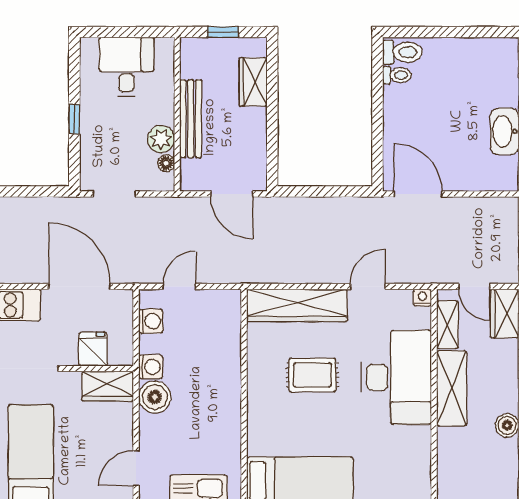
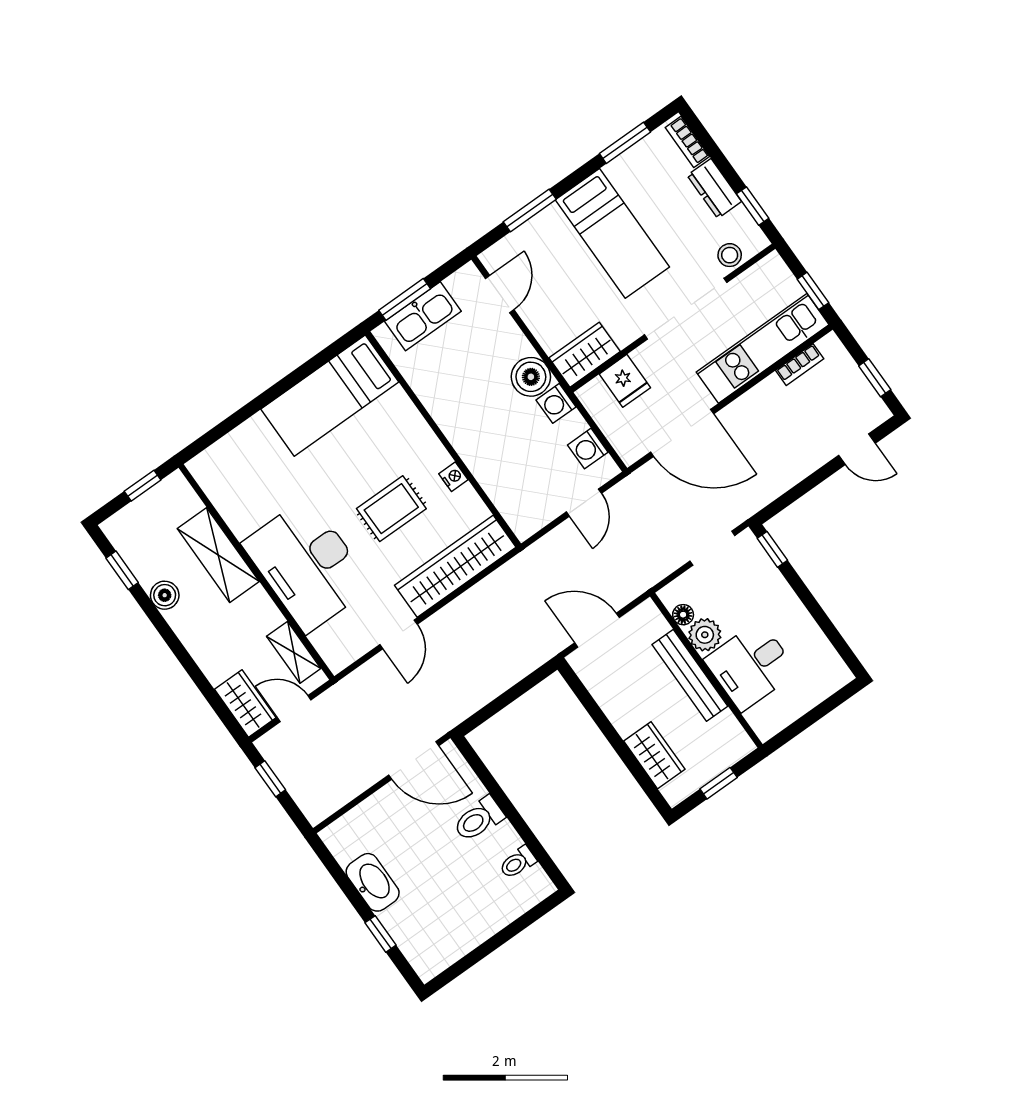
toilet: (402, 52) -> (479, 819), moved
desk: (127, 67) -> (751, 666), moved, turned 90
window: (74, 119) -> (772, 549), moved
nightstand: (422, 298) -> (453, 477), moved, turned -90
shelving: (452, 388) -> (218, 555), moved

